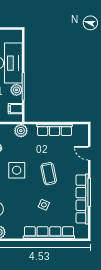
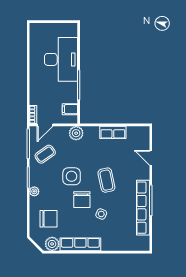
plant: (16, 90) -> (71, 89), removed
row of seats: (55, 130) -> (113, 132), width x0.68
chair: (26, 192) -> (82, 200), added
row of seats: (49, 233) -> (80, 244), moved, width x0.73

